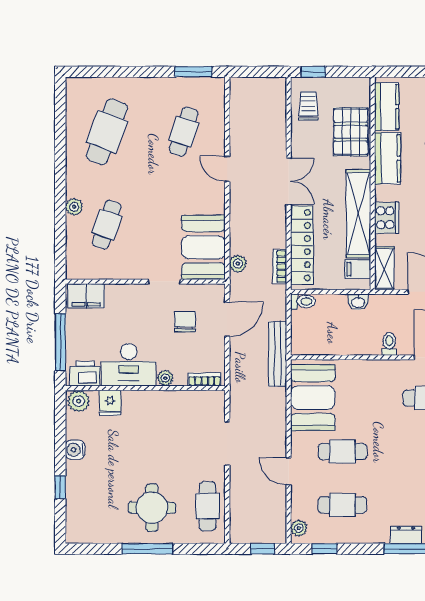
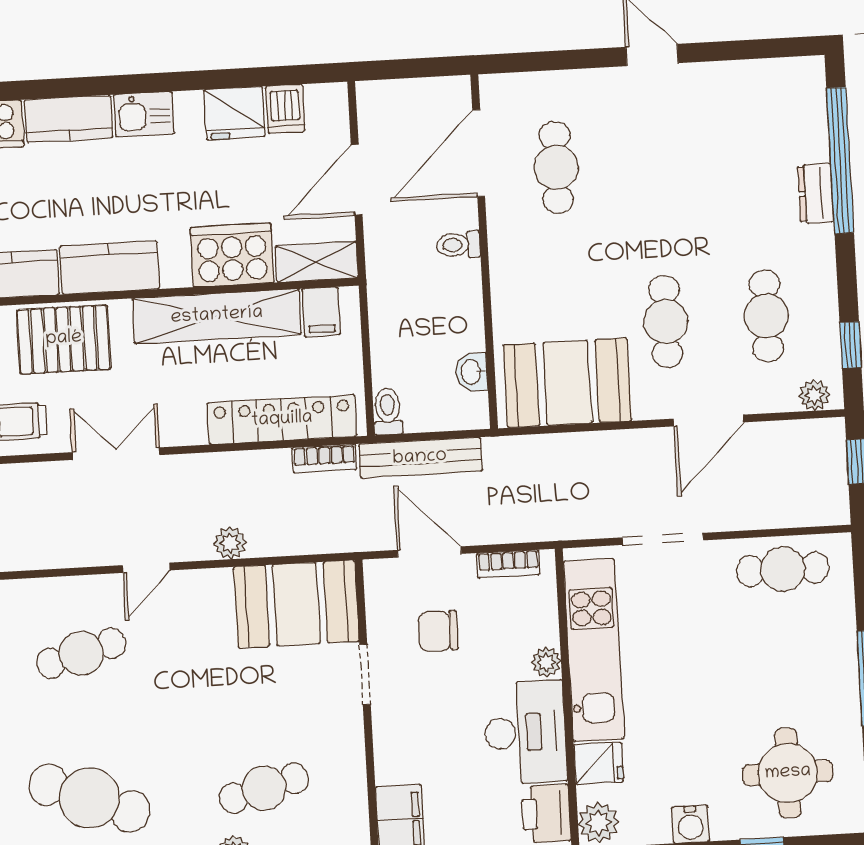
cafe table: (184, 132) -> (81, 653), turned -33
double door: (289, 181) -> (116, 454), moved
cooker: (387, 218) -> (232, 255), width x1.37, depth x1.31
cafe table: (107, 225) -> (264, 788), turned -33
plant: (238, 264) -> (230, 543), moved
washbasin: (358, 302) -> (472, 372), moved, turned 180
bench: (278, 354) -> (420, 458), moved
bookcase: (205, 379) -> (508, 564), moved, turned -90
kitchen unit: (170, 404) -> (594, 650), added
door: (289, 471) -> (709, 420), width x1.38
round table: (152, 508) -> (788, 773), moved

